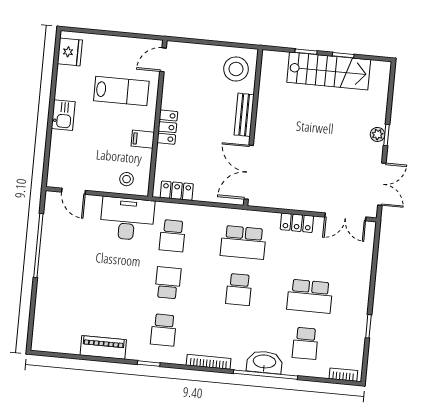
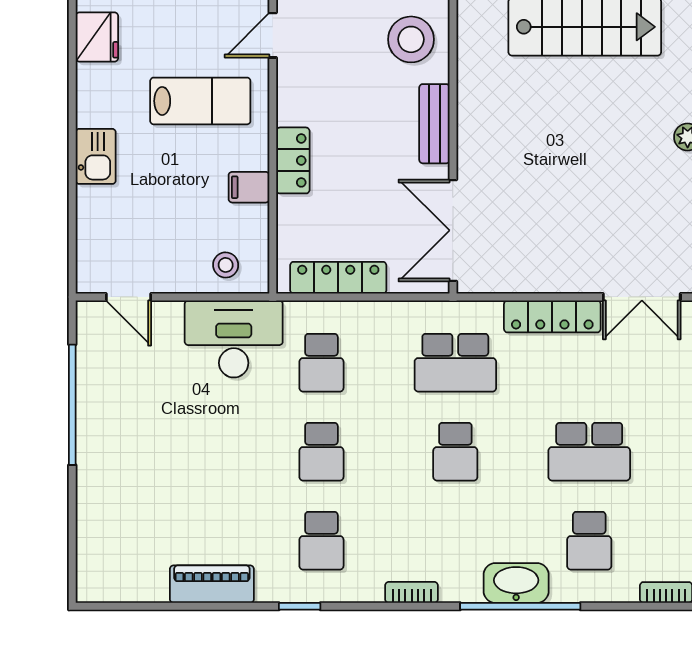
locker: (177, 191) -> (338, 278), width x1.53
locker: (297, 223) -> (552, 316), width x1.53
school desk: (168, 283) -> (321, 452), turned 180
bookcase: (209, 362) -> (412, 592), width x0.64

